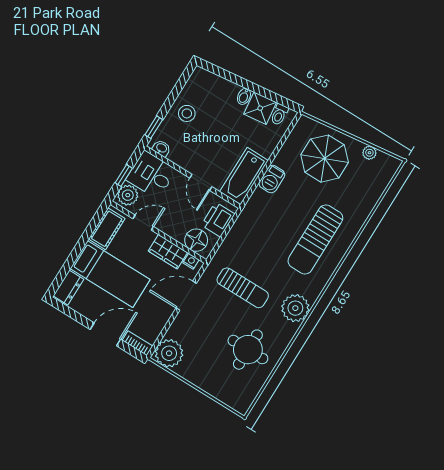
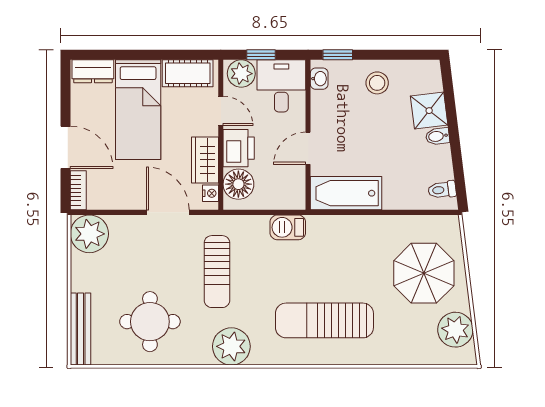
shower: (260, 108) -> (429, 111), moved
plant: (369, 153) -> (455, 330), width x1.88, depth x1.88
barbecue: (272, 179) -> (288, 227), moved
printer: (218, 220) -> (239, 148), moved, turned 90
bench: (225, 396) -> (81, 329), added

